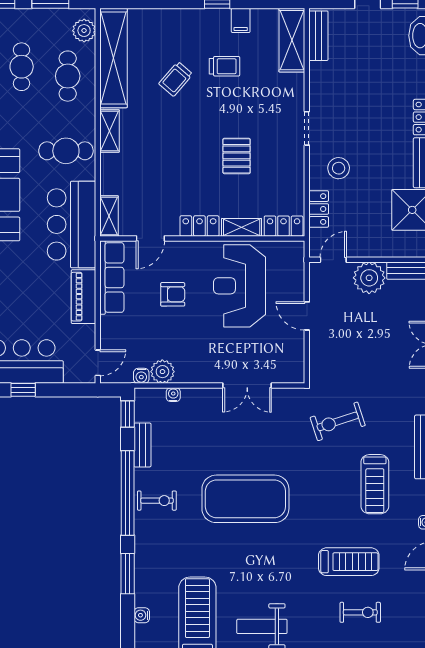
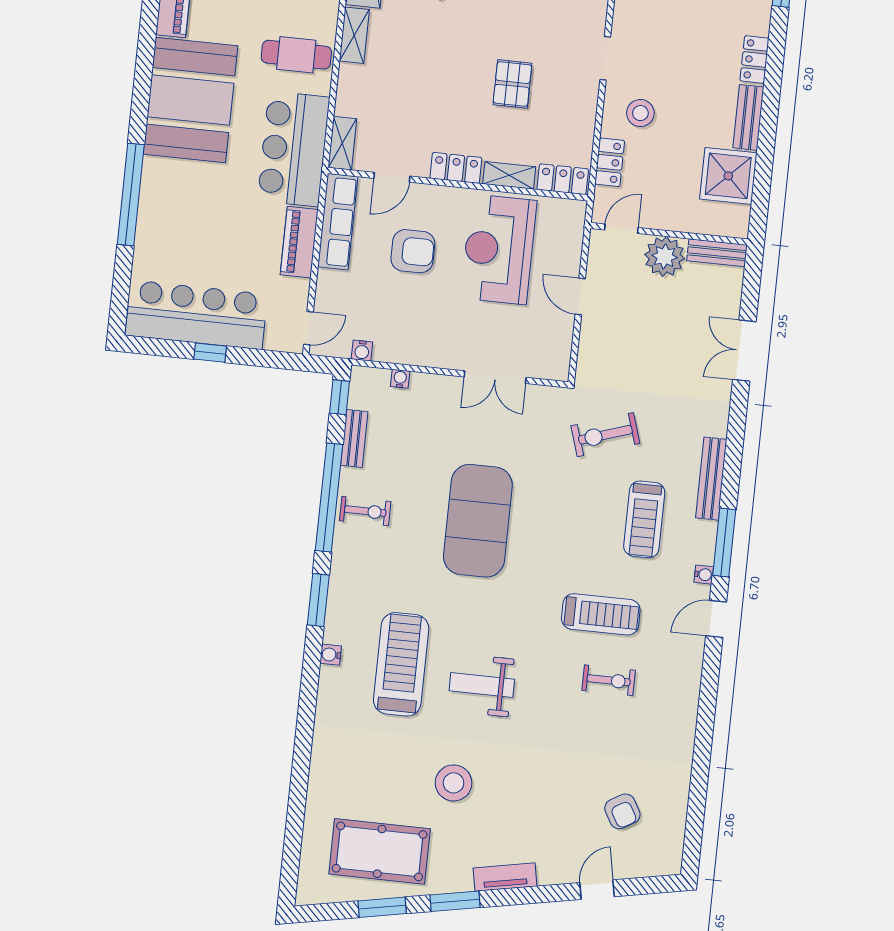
armchair: (173, 294) -> (413, 251), width x1.38, depth x1.38
plant: (162, 372) -> (389, 348), removed
exercise mat: (245, 499) -> (478, 521), turned 90

